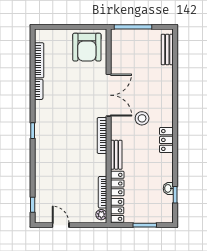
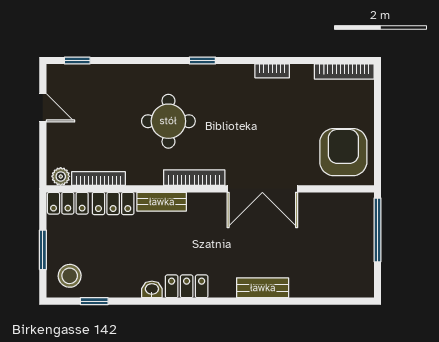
armchair: (87, 47) -> (343, 152), turned 90
bench: (167, 49) -> (263, 288), moved
bookcase: (39, 60) -> (344, 72), moved
stool: (142, 118) -> (70, 276), moved
round table: (69, 151) -> (168, 121), added
washbasin: (168, 188) -> (152, 289), moved
door: (61, 225) -> (43, 108), hinge flipped

